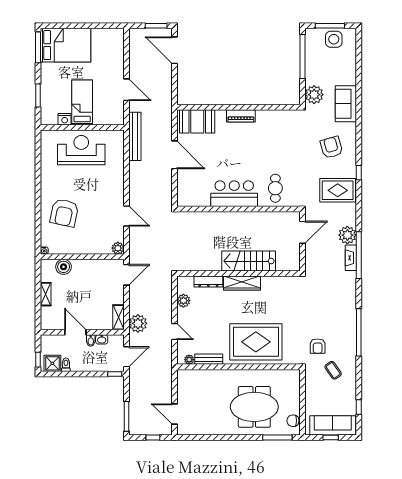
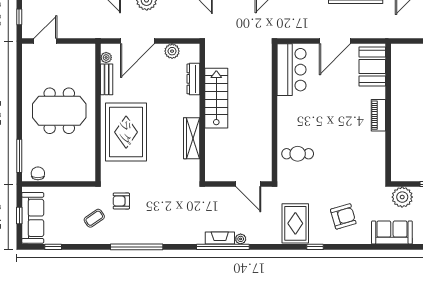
bar counter: (234, 194) -> (292, 70), moved
plant: (347, 235) -> (241, 239), width x0.53, depth x0.53
stairs: (249, 261) -> (216, 98), moved
wardrobe: (242, 283) -> (192, 138), moved
door: (174, 332) -> (138, 41), width x1.88
meeting table: (254, 407) -> (59, 111), moved, turned 90

